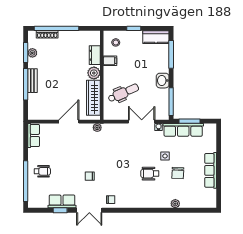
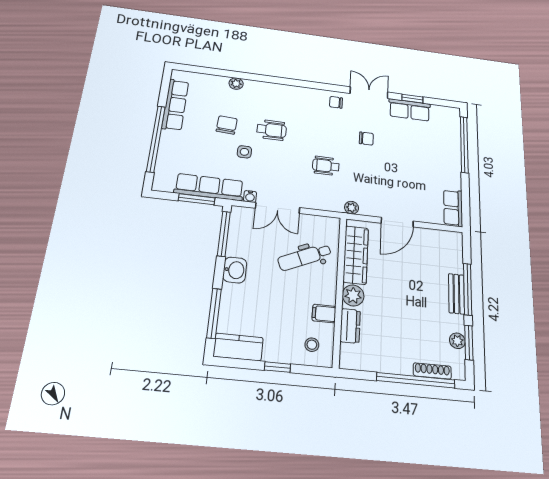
window: (219, 157) -> (156, 139), added
row of seats: (211, 170) -> (175, 105), moved
wheelchair: (42, 171) -> (326, 166), moved

